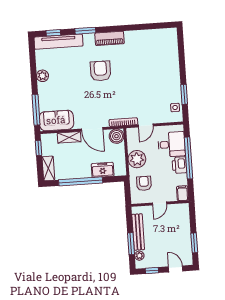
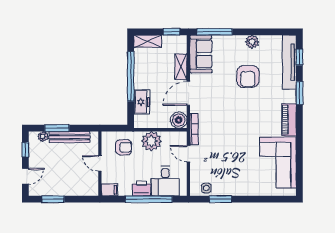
corner sofa: (148, 46) -> (278, 162), added
armchair: (100, 71) -> (248, 76), moved, turned 90

